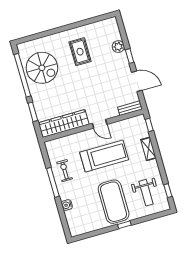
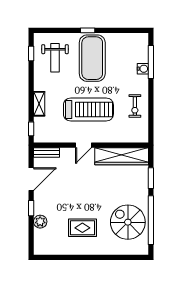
rug: (80, 52) -> (82, 228), turned 90
door: (137, 81) -> (31, 179), swing flipped
door: (100, 124) -> (83, 145), swing flipped
treadmill: (104, 156) -> (88, 110), turned 180
window: (53, 182) -> (151, 62), moved
weight bench: (146, 193) -> (55, 58), turned 180

